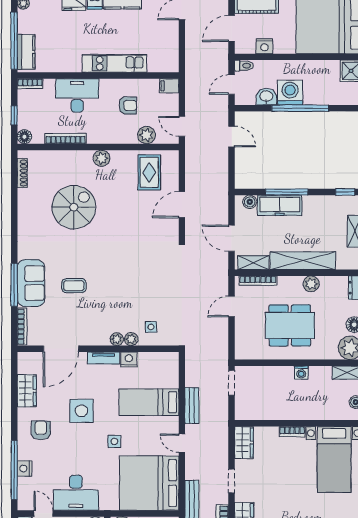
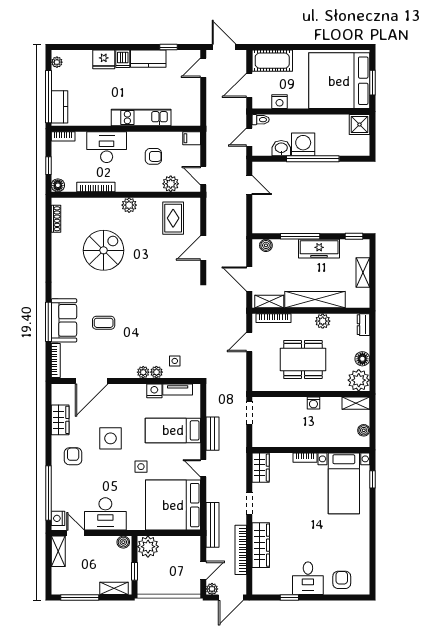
freezer: (280, 205) -> (319, 249), moved
tv unit: (104, 358) -> (178, 390), moved
nightstand: (24, 469) -> (58, 518), moved

